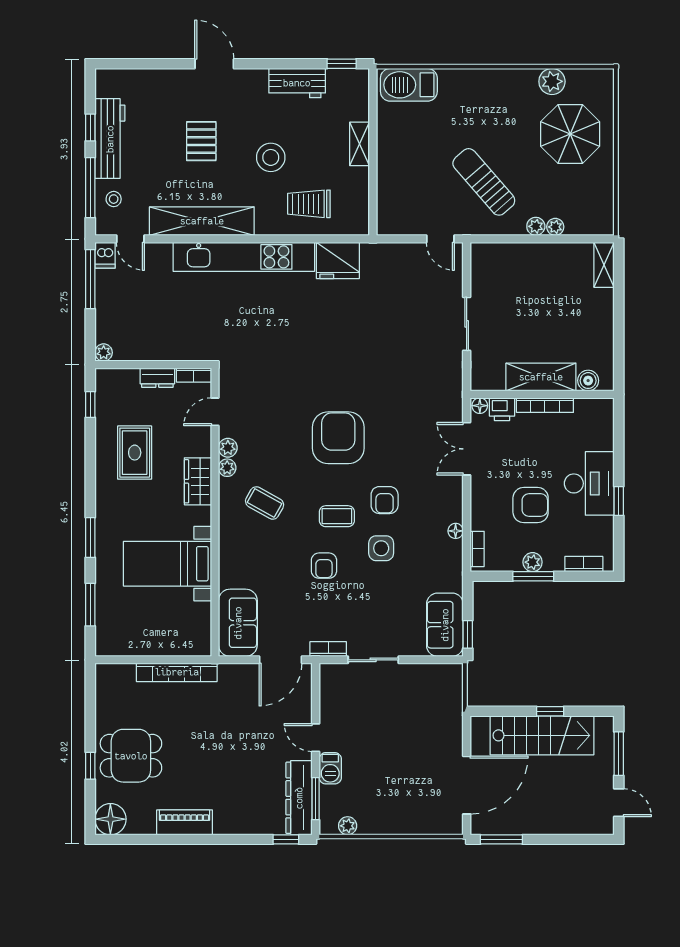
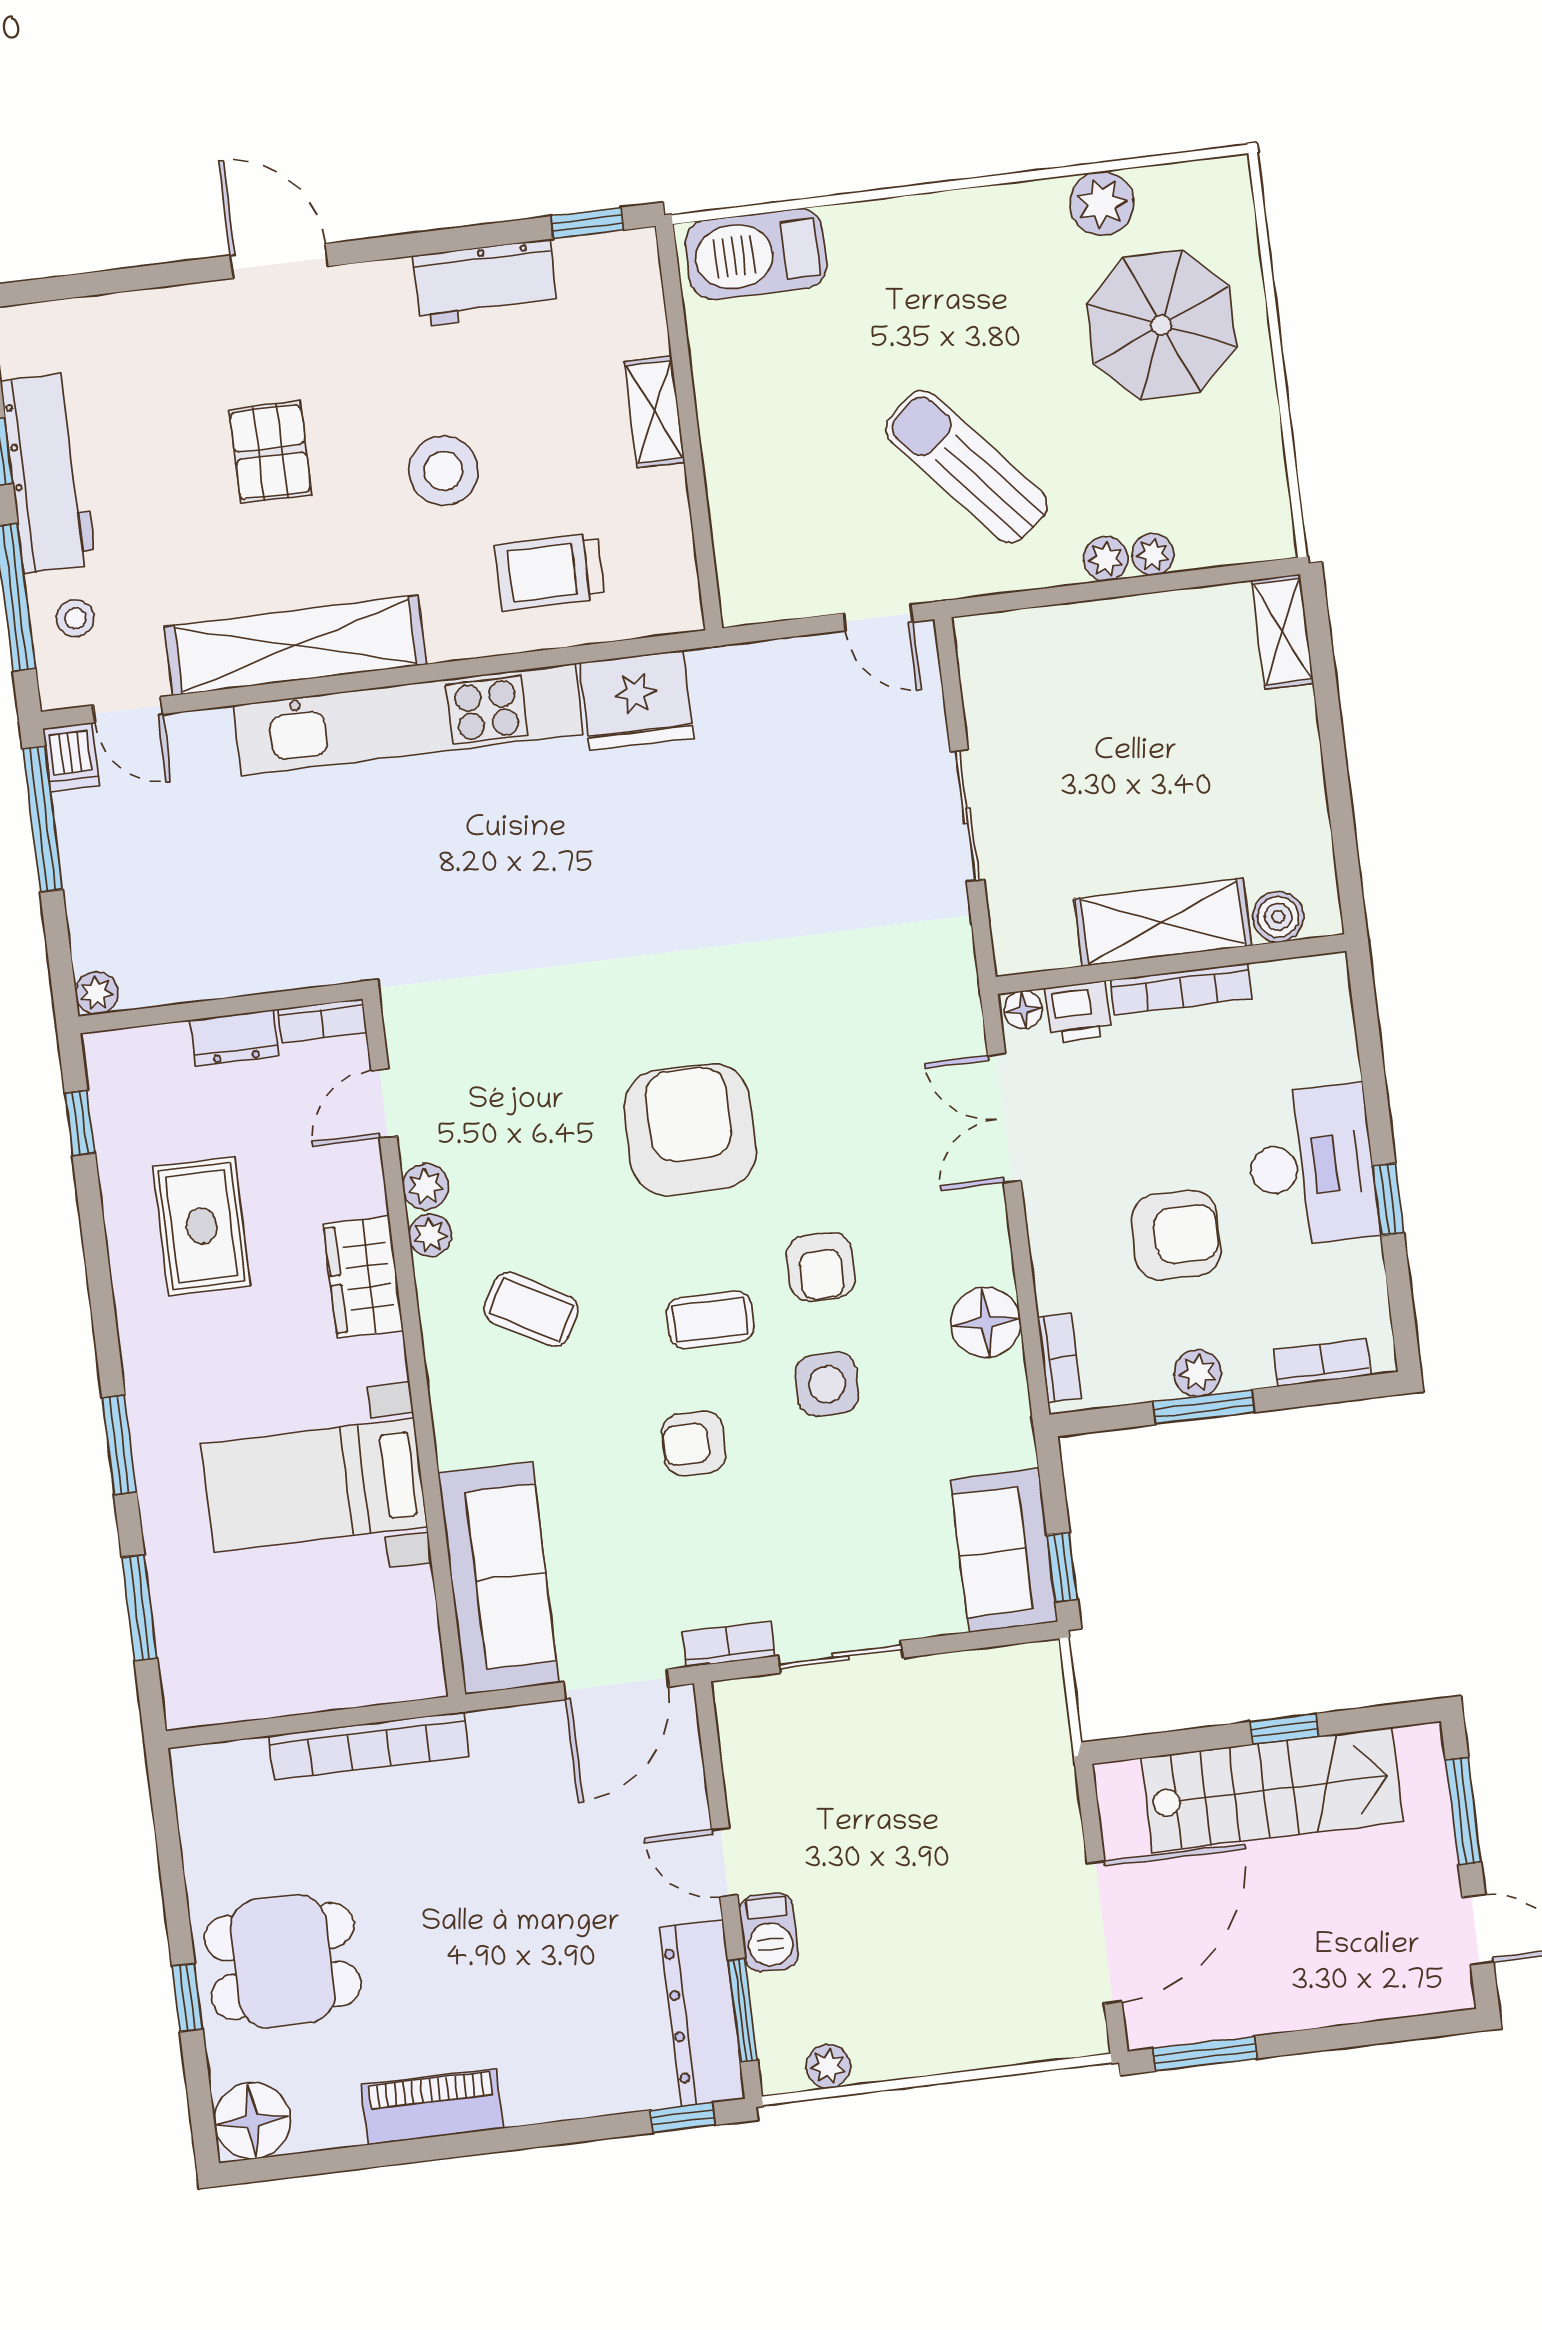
floor lamp: (456, 531) -> (986, 1322), width x1.89, depth x1.89
armchair: (324, 566) -> (694, 1443), turned 90
sofa: (238, 623) -> (498, 1578), width x1.36

